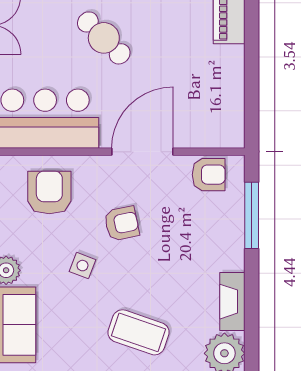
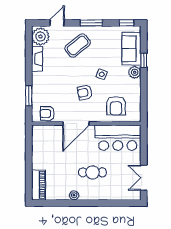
cafe table: (104, 38) -> (93, 172), turned -45
window: (252, 215) -> (29, 96), width x0.69
coffee table: (139, 332) -> (78, 46), turned -58

